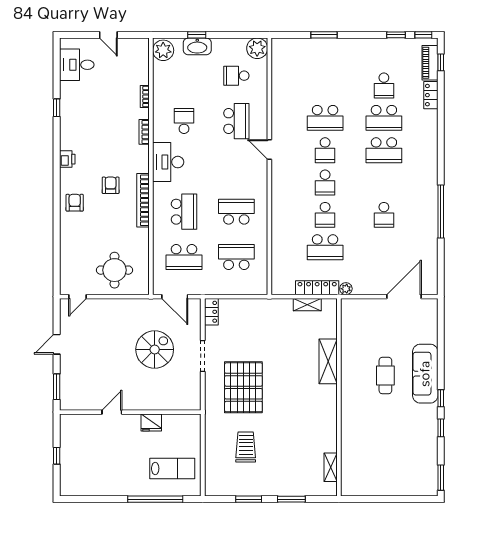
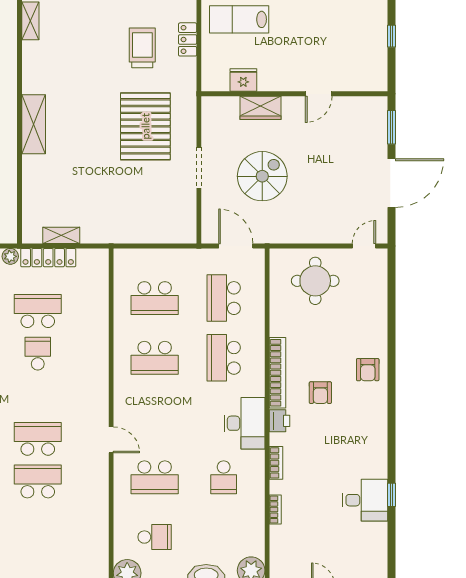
desk: (77, 65) -> (365, 500), moved
school desk: (236, 121) -> (155, 477), turned -90
school desk: (325, 150) -> (38, 439), width x1.85
printer: (67, 159) -> (280, 421), moved, turned 180
school desk: (325, 183) -> (38, 396), removed
school desk: (184, 257) -> (224, 298), turned -90
locker: (211, 312) -> (188, 39), moved
door: (57, 344) -> (392, 183), width x1.88
spiral stairs: (155, 349) -> (262, 176), turned 180
shelving: (328, 361) -> (34, 124), moved
wardrobe: (156, 401) -> (261, 108), added
fridge: (151, 423) -> (243, 80), moved
trolley: (246, 447) -> (142, 48), turned 180

